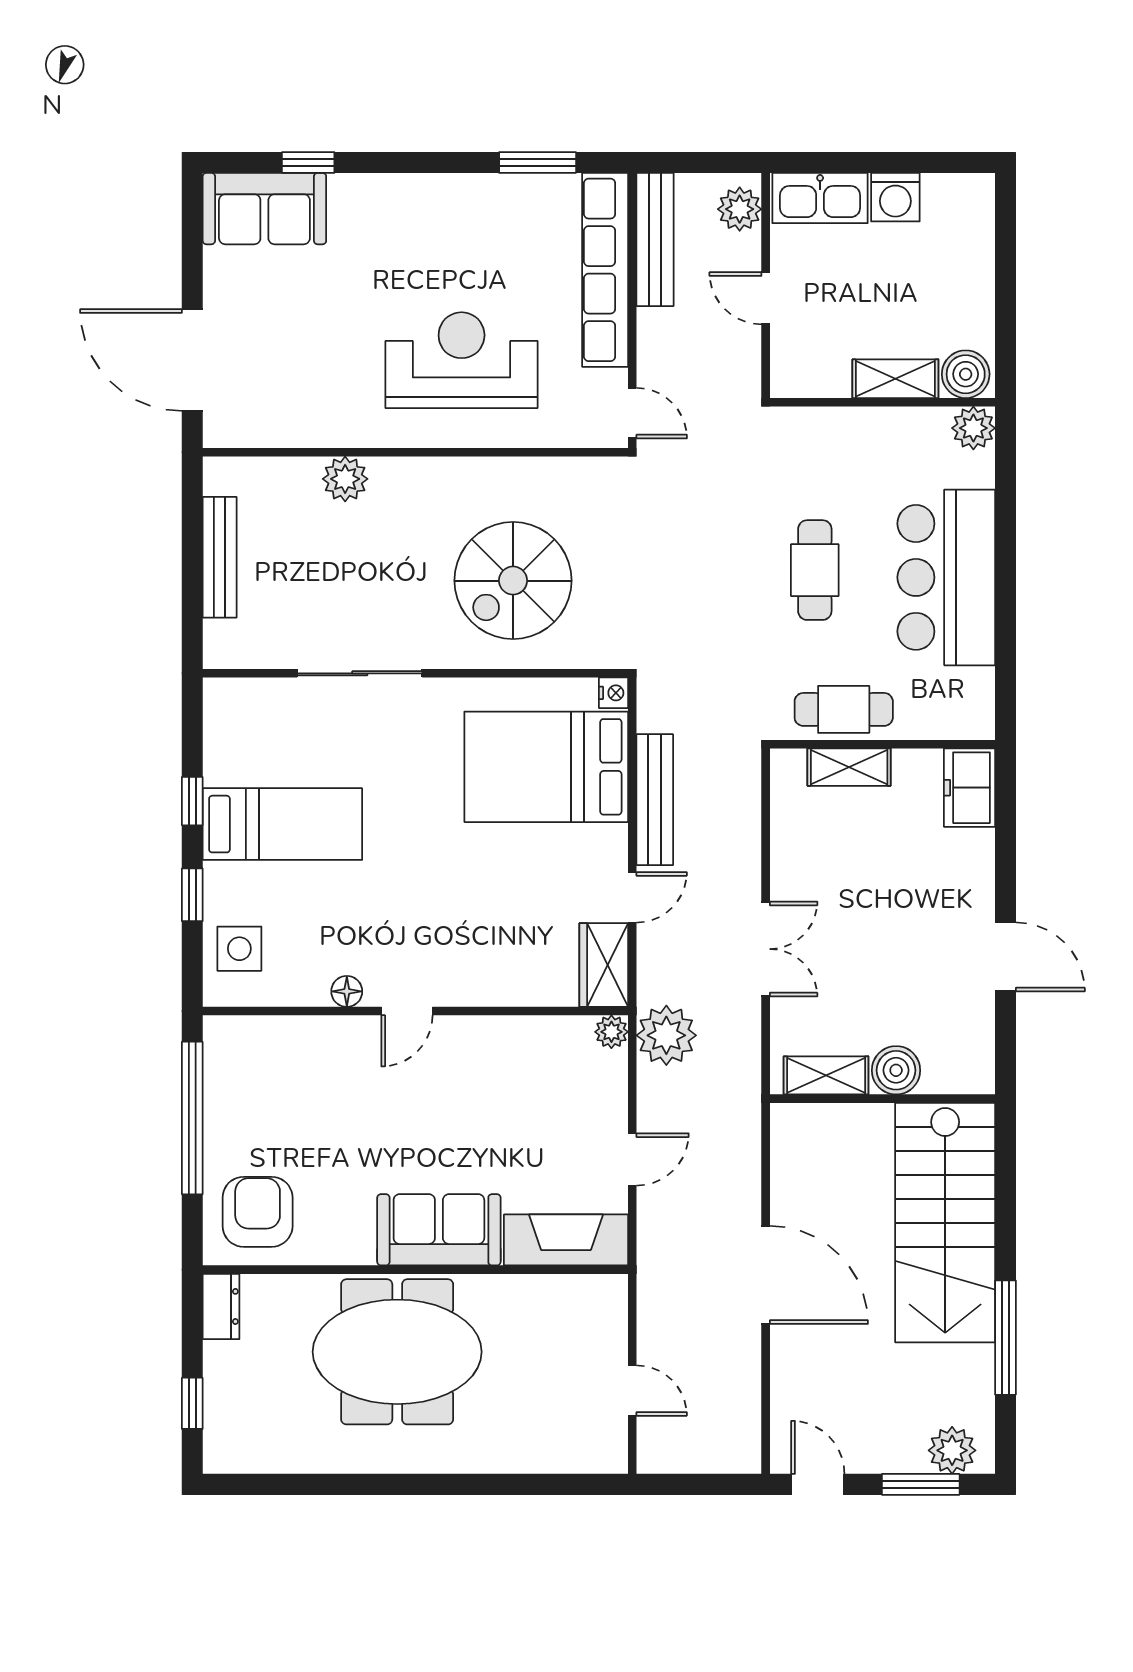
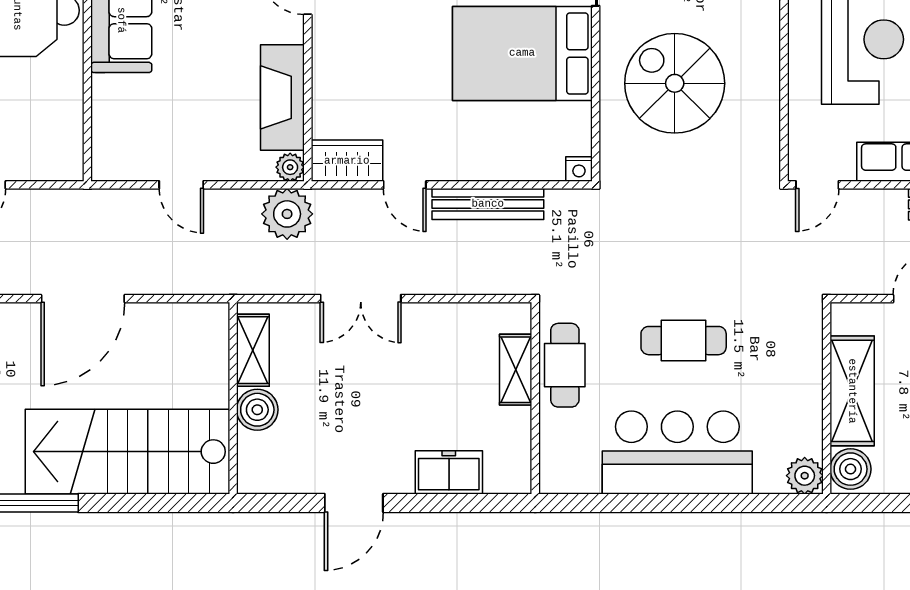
shelving: (895, 379) -> (852, 391), width x1.50, depth x1.33
bed: (546, 767) -> (522, 53), moved, turned -90
freezer: (969, 788) -> (449, 472), moved
fireplace: (566, 1240) -> (282, 97), moved, turned 180

